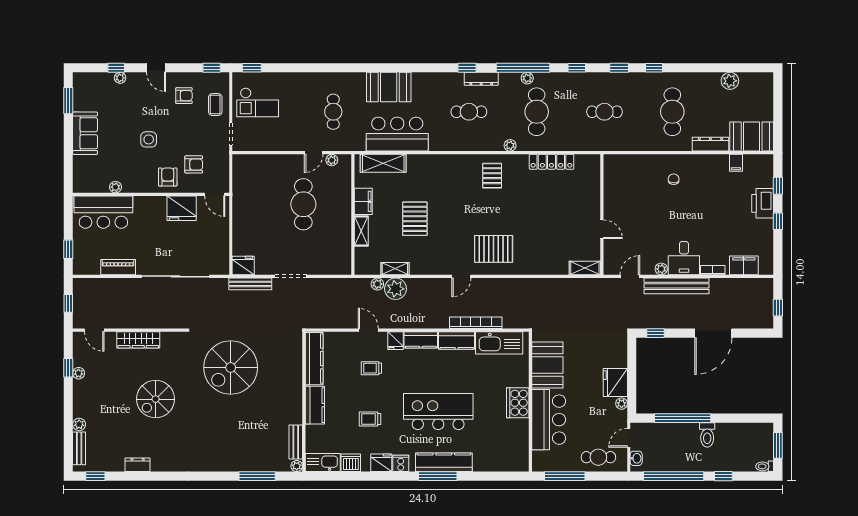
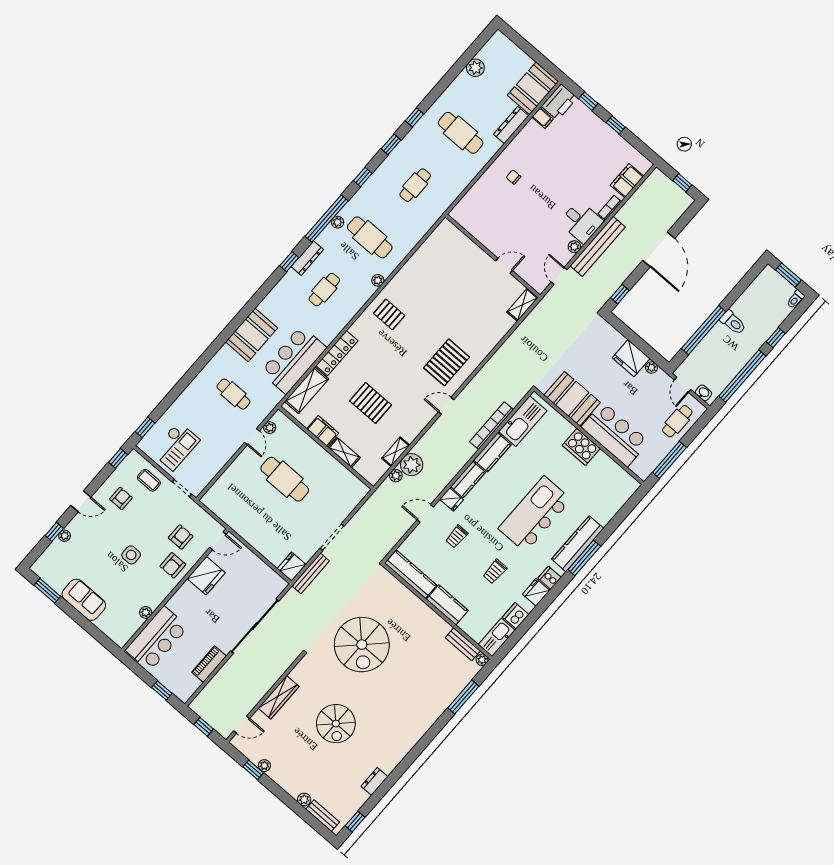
locker: (551, 162) -> (337, 353), moved
armchair: (168, 177) -> (173, 565), turned -90
printer: (763, 203) -> (559, 102), moved, turned -90
door: (461, 276) -> (446, 406), swing flipped

